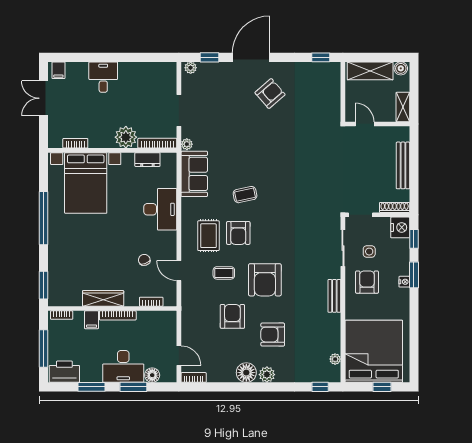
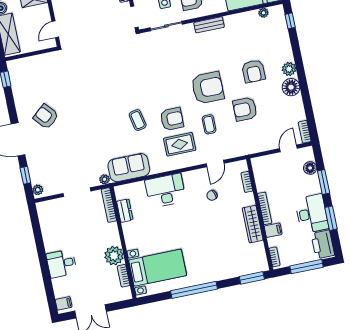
plant: (126, 137) -> (114, 256), moved
bed with nightstands: (86, 183) -> (158, 268), width x0.73
desk: (123, 366) -> (312, 214), moved

